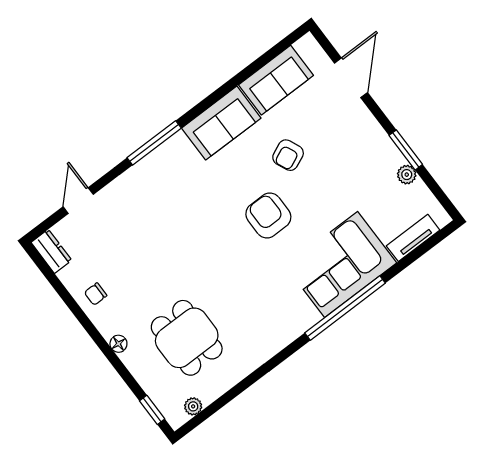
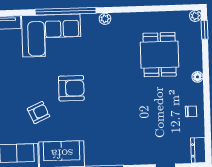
armchair: (268, 215) -> (71, 88), turned -90
plant: (288, 334) -> (105, 19), added
plant: (193, 406) -> (195, 16), moved

